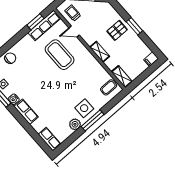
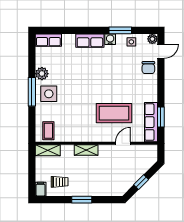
trolley: (73, 13) -> (60, 182), moved
pallet: (117, 30) -> (91, 182), removed

